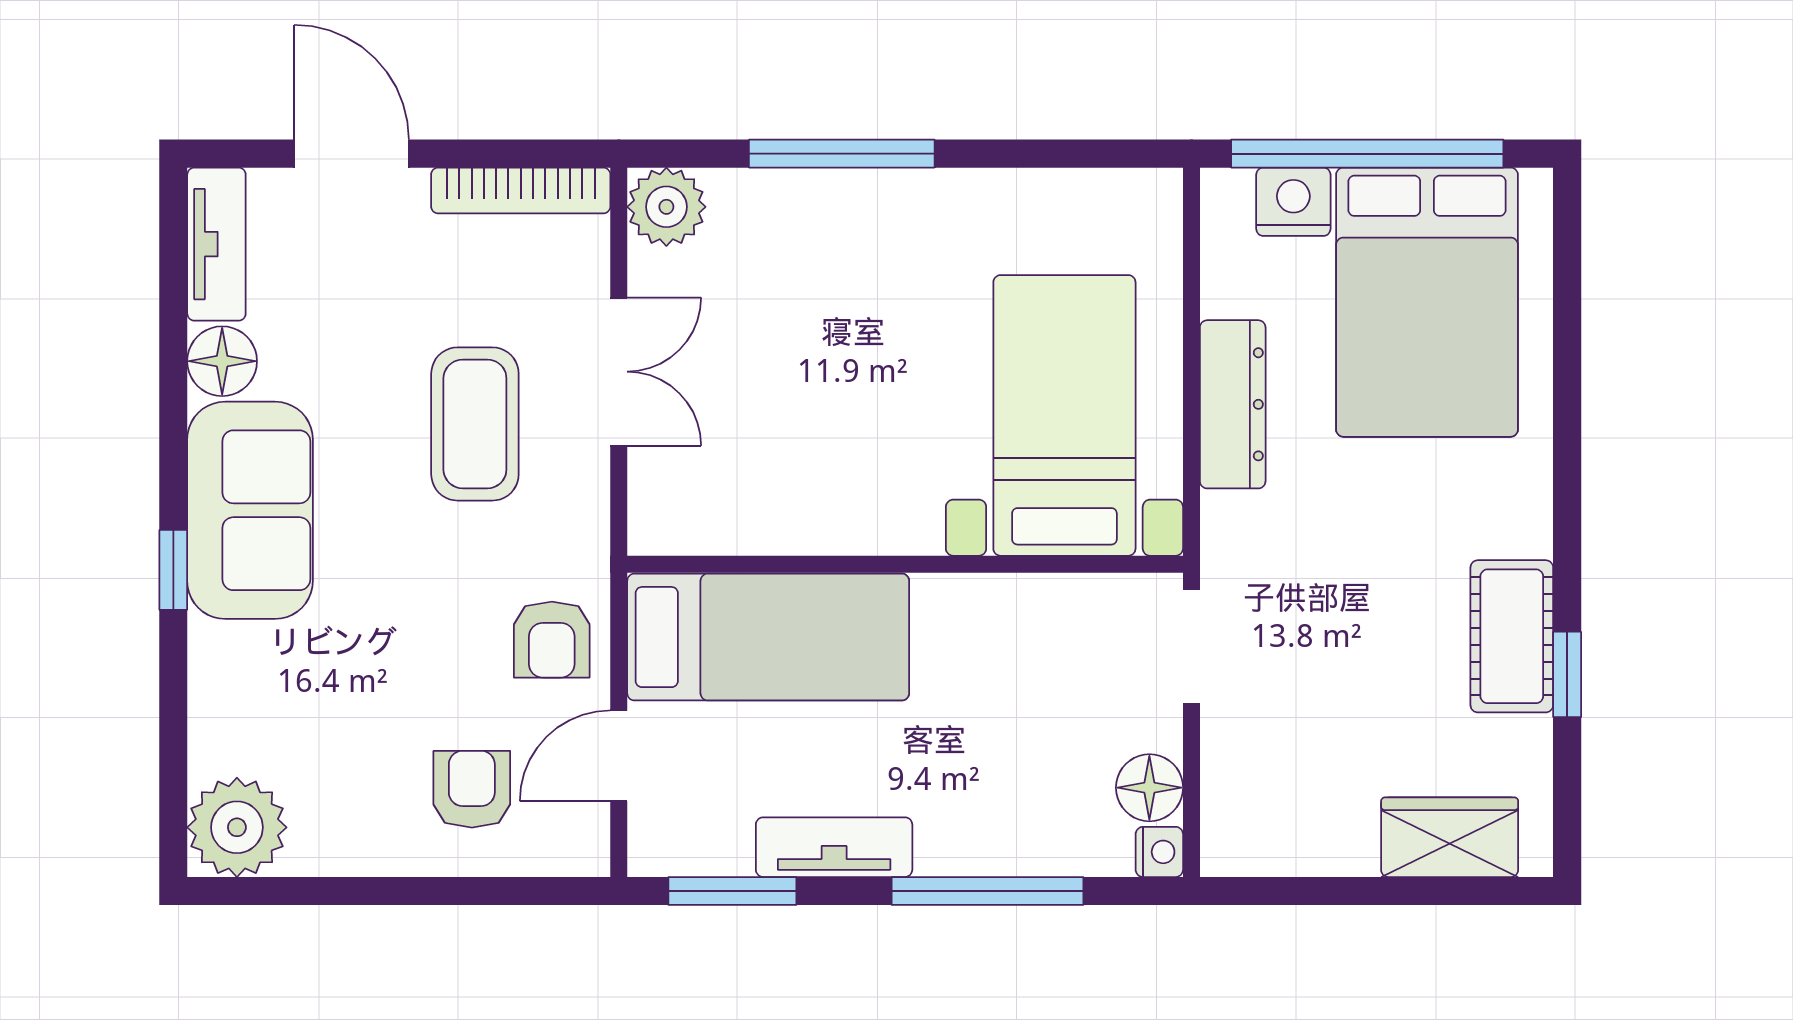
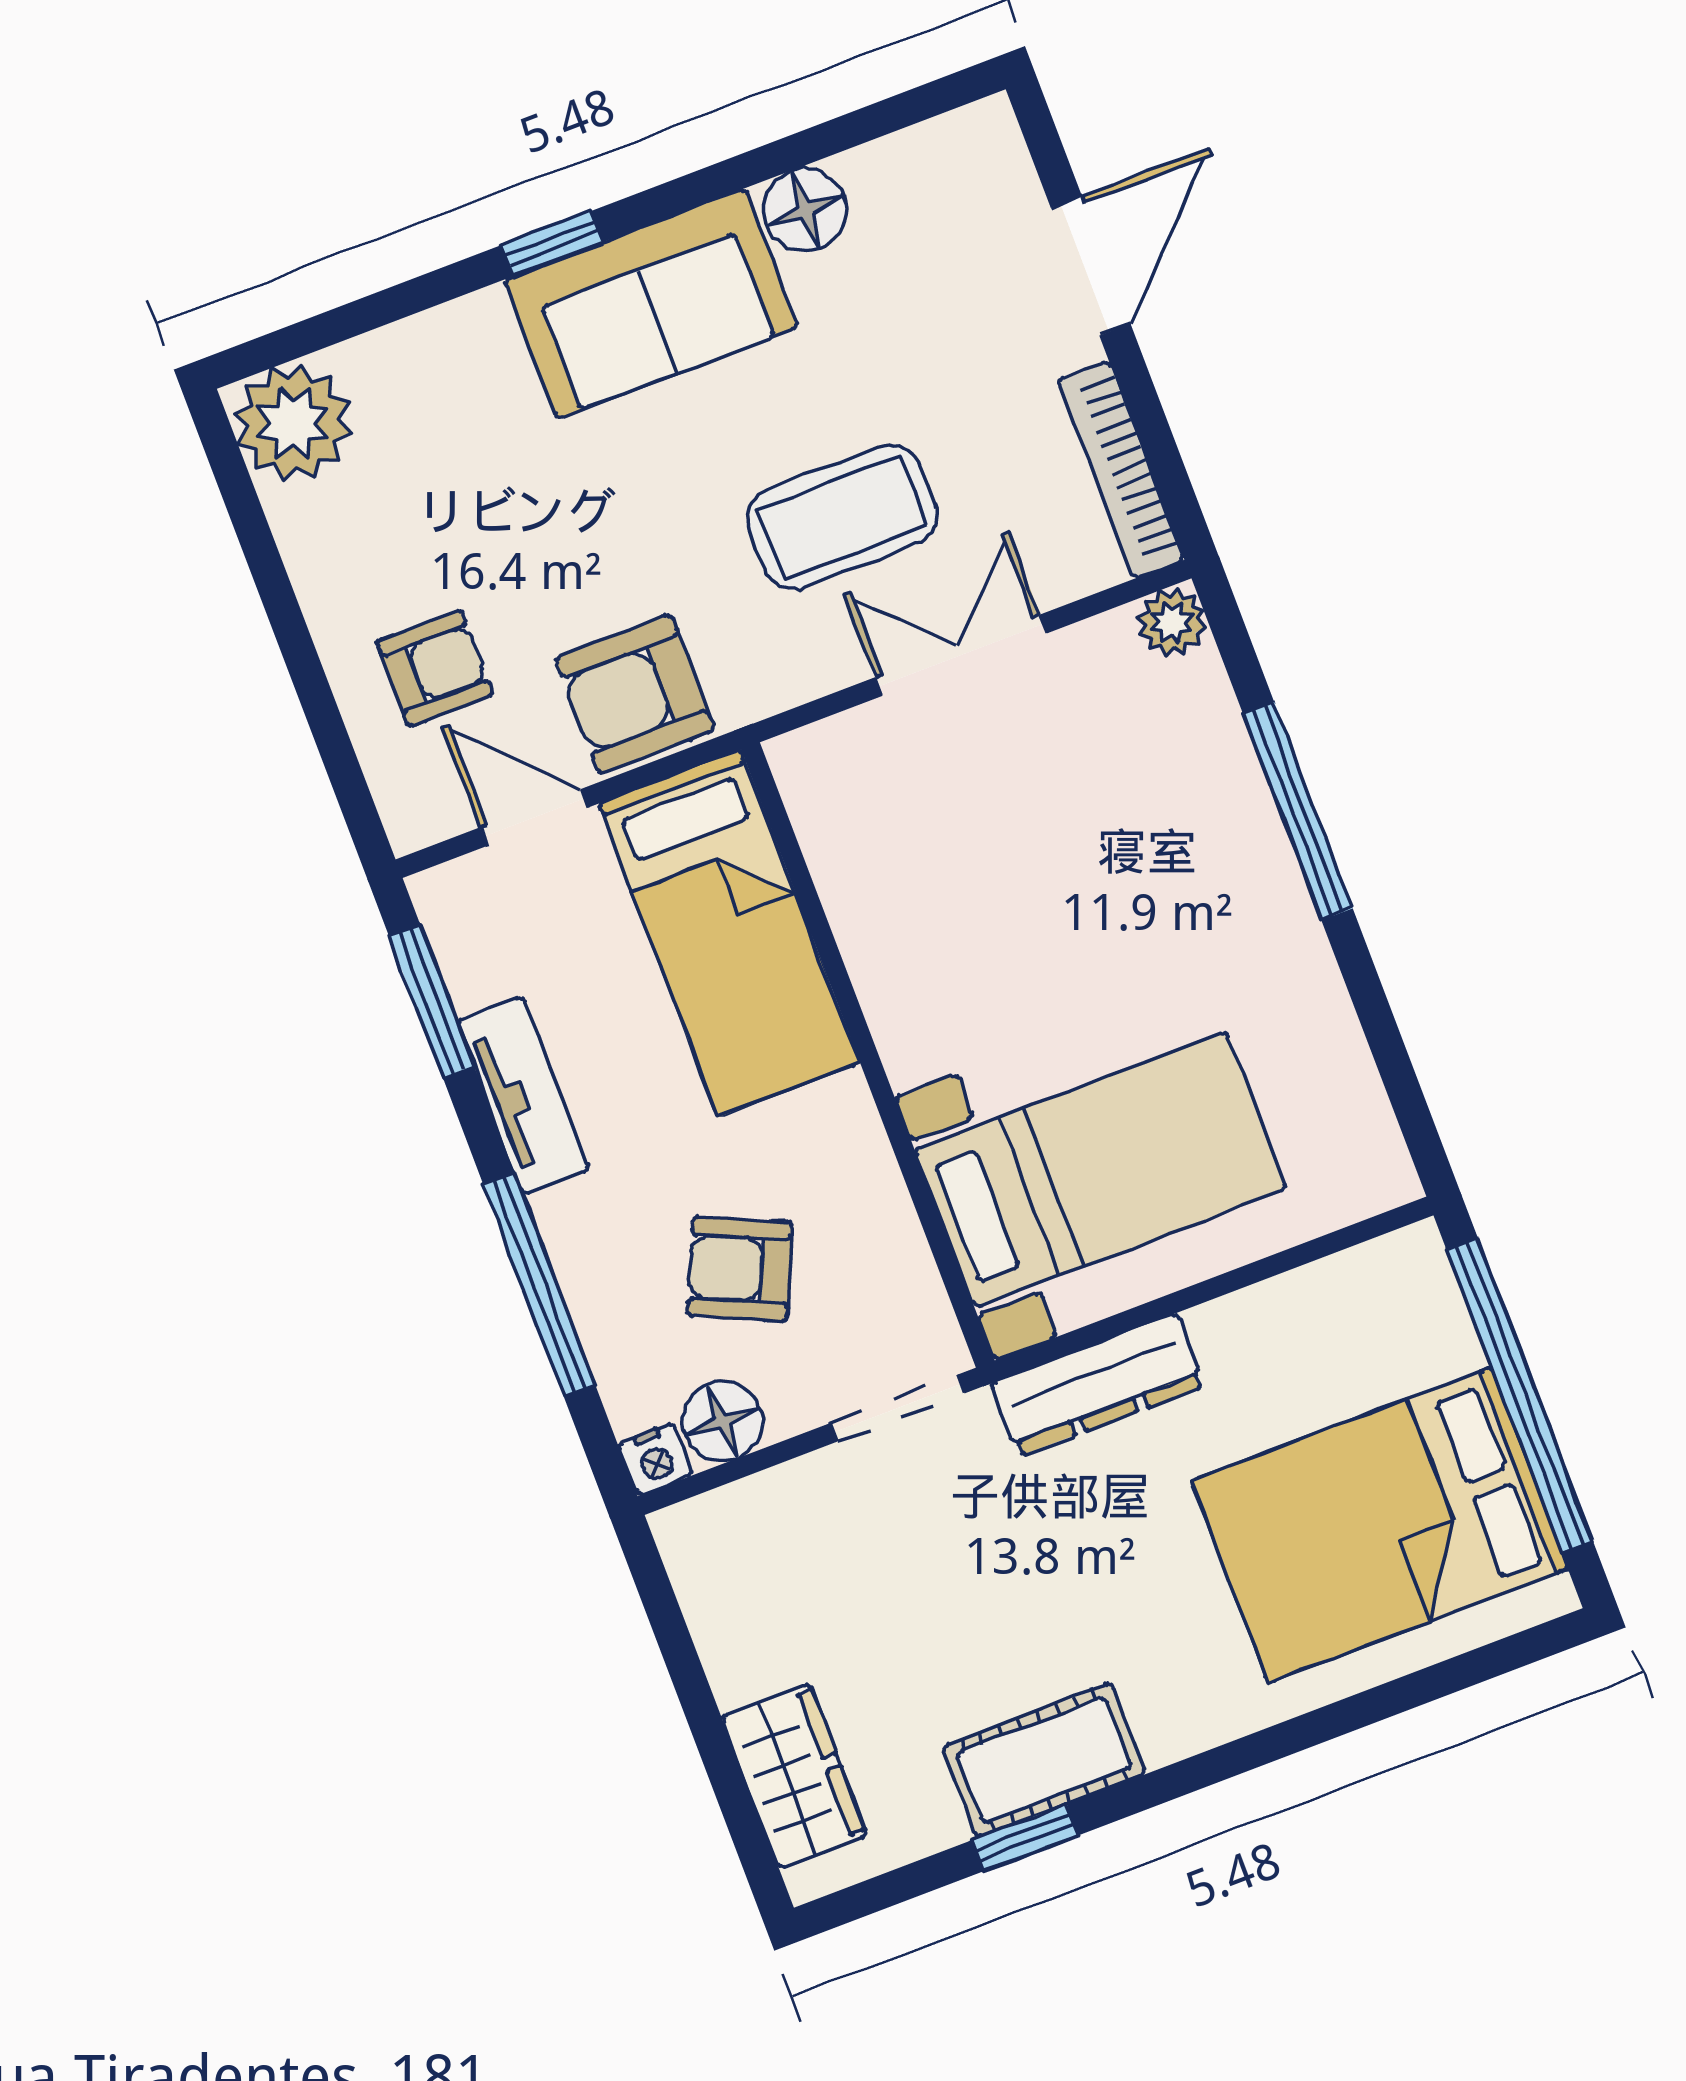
nightstand: (1293, 202) -> (1435, 1334), removed
plant: (666, 207) -> (1172, 622), width x0.73, depth x0.73
tv unit: (216, 244) -> (933, 154), removed
double door: (619, 372) -> (961, 655), swing flipped
dresser: (1233, 404) -> (1098, 1385), moved
armchair: (552, 640) -> (635, 694), width x1.38, depth x1.38
armchair: (1035, 729) -> (740, 1269), added

